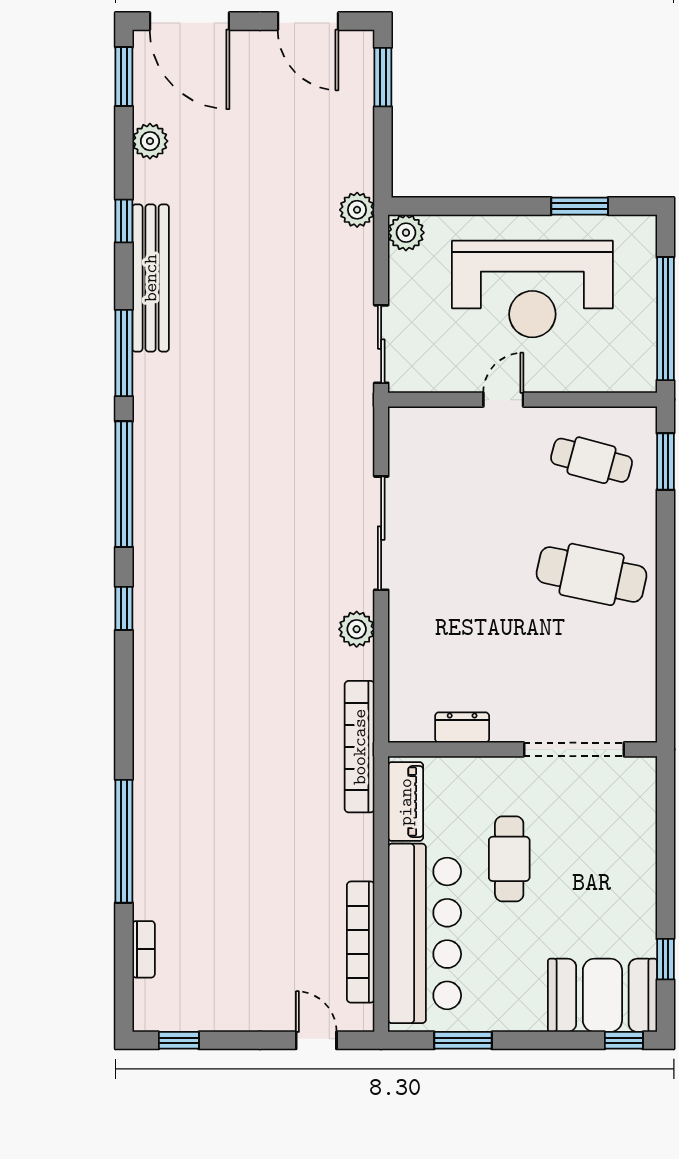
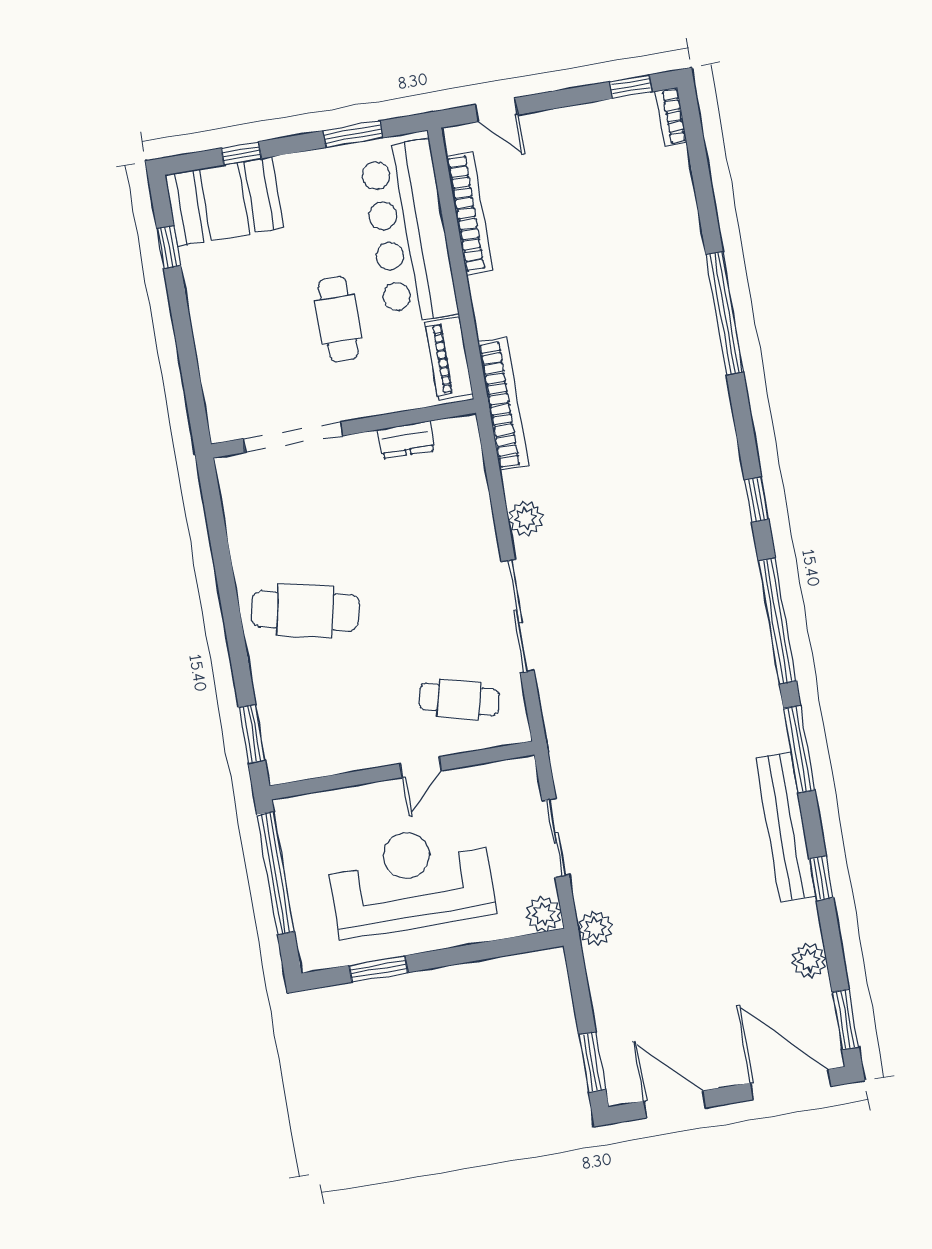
sliding door: (381, 344) -> (556, 838), moved
cafe table: (592, 460) -> (459, 700), moved
window: (124, 841) -> (725, 313), moved
bookcase: (144, 949) -> (671, 117), moved
window: (624, 1040) -> (241, 153), moved

